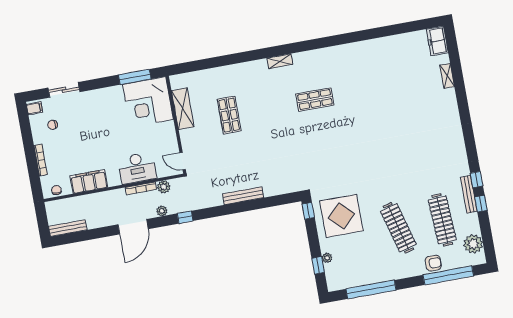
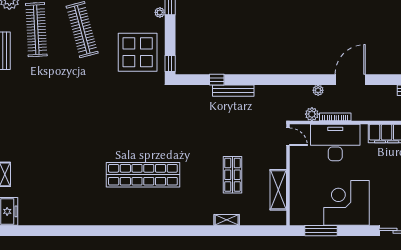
shelving: (280, 61) -> (227, 220), moved
shop shelf: (315, 99) -> (143, 175), width x2.00, depth x1.36
corner desk: (148, 102) -> (346, 203), moved, turned -90
desk: (137, 168) -> (335, 142), width x1.36, depth x1.30
window: (185, 217) -> (217, 80), moved

